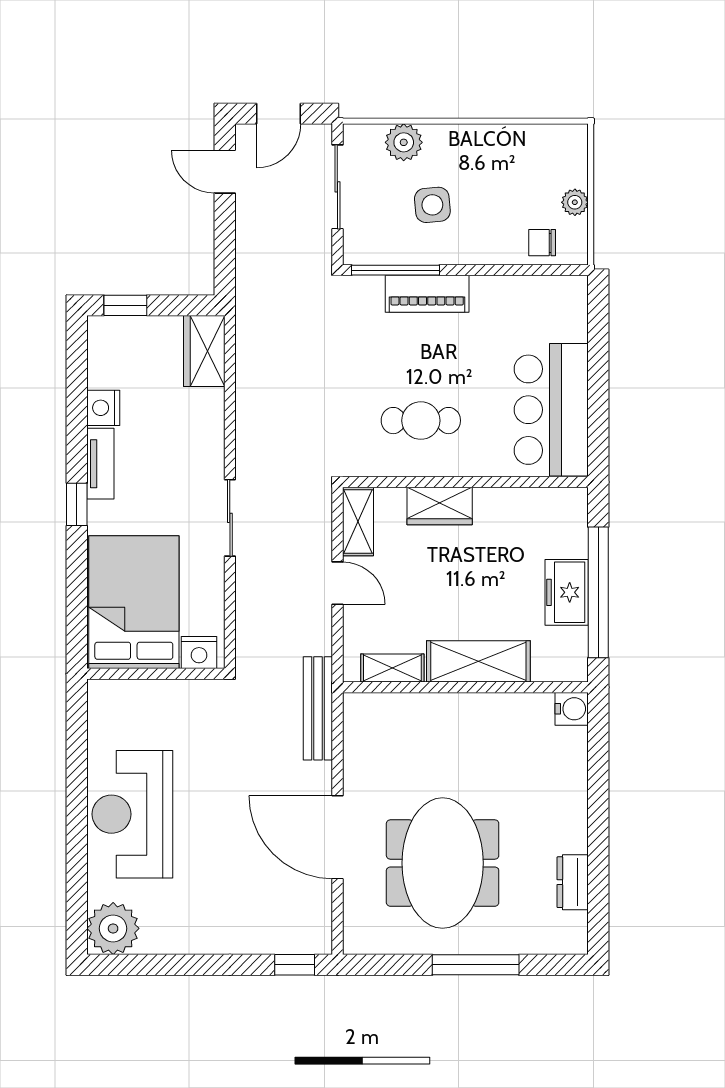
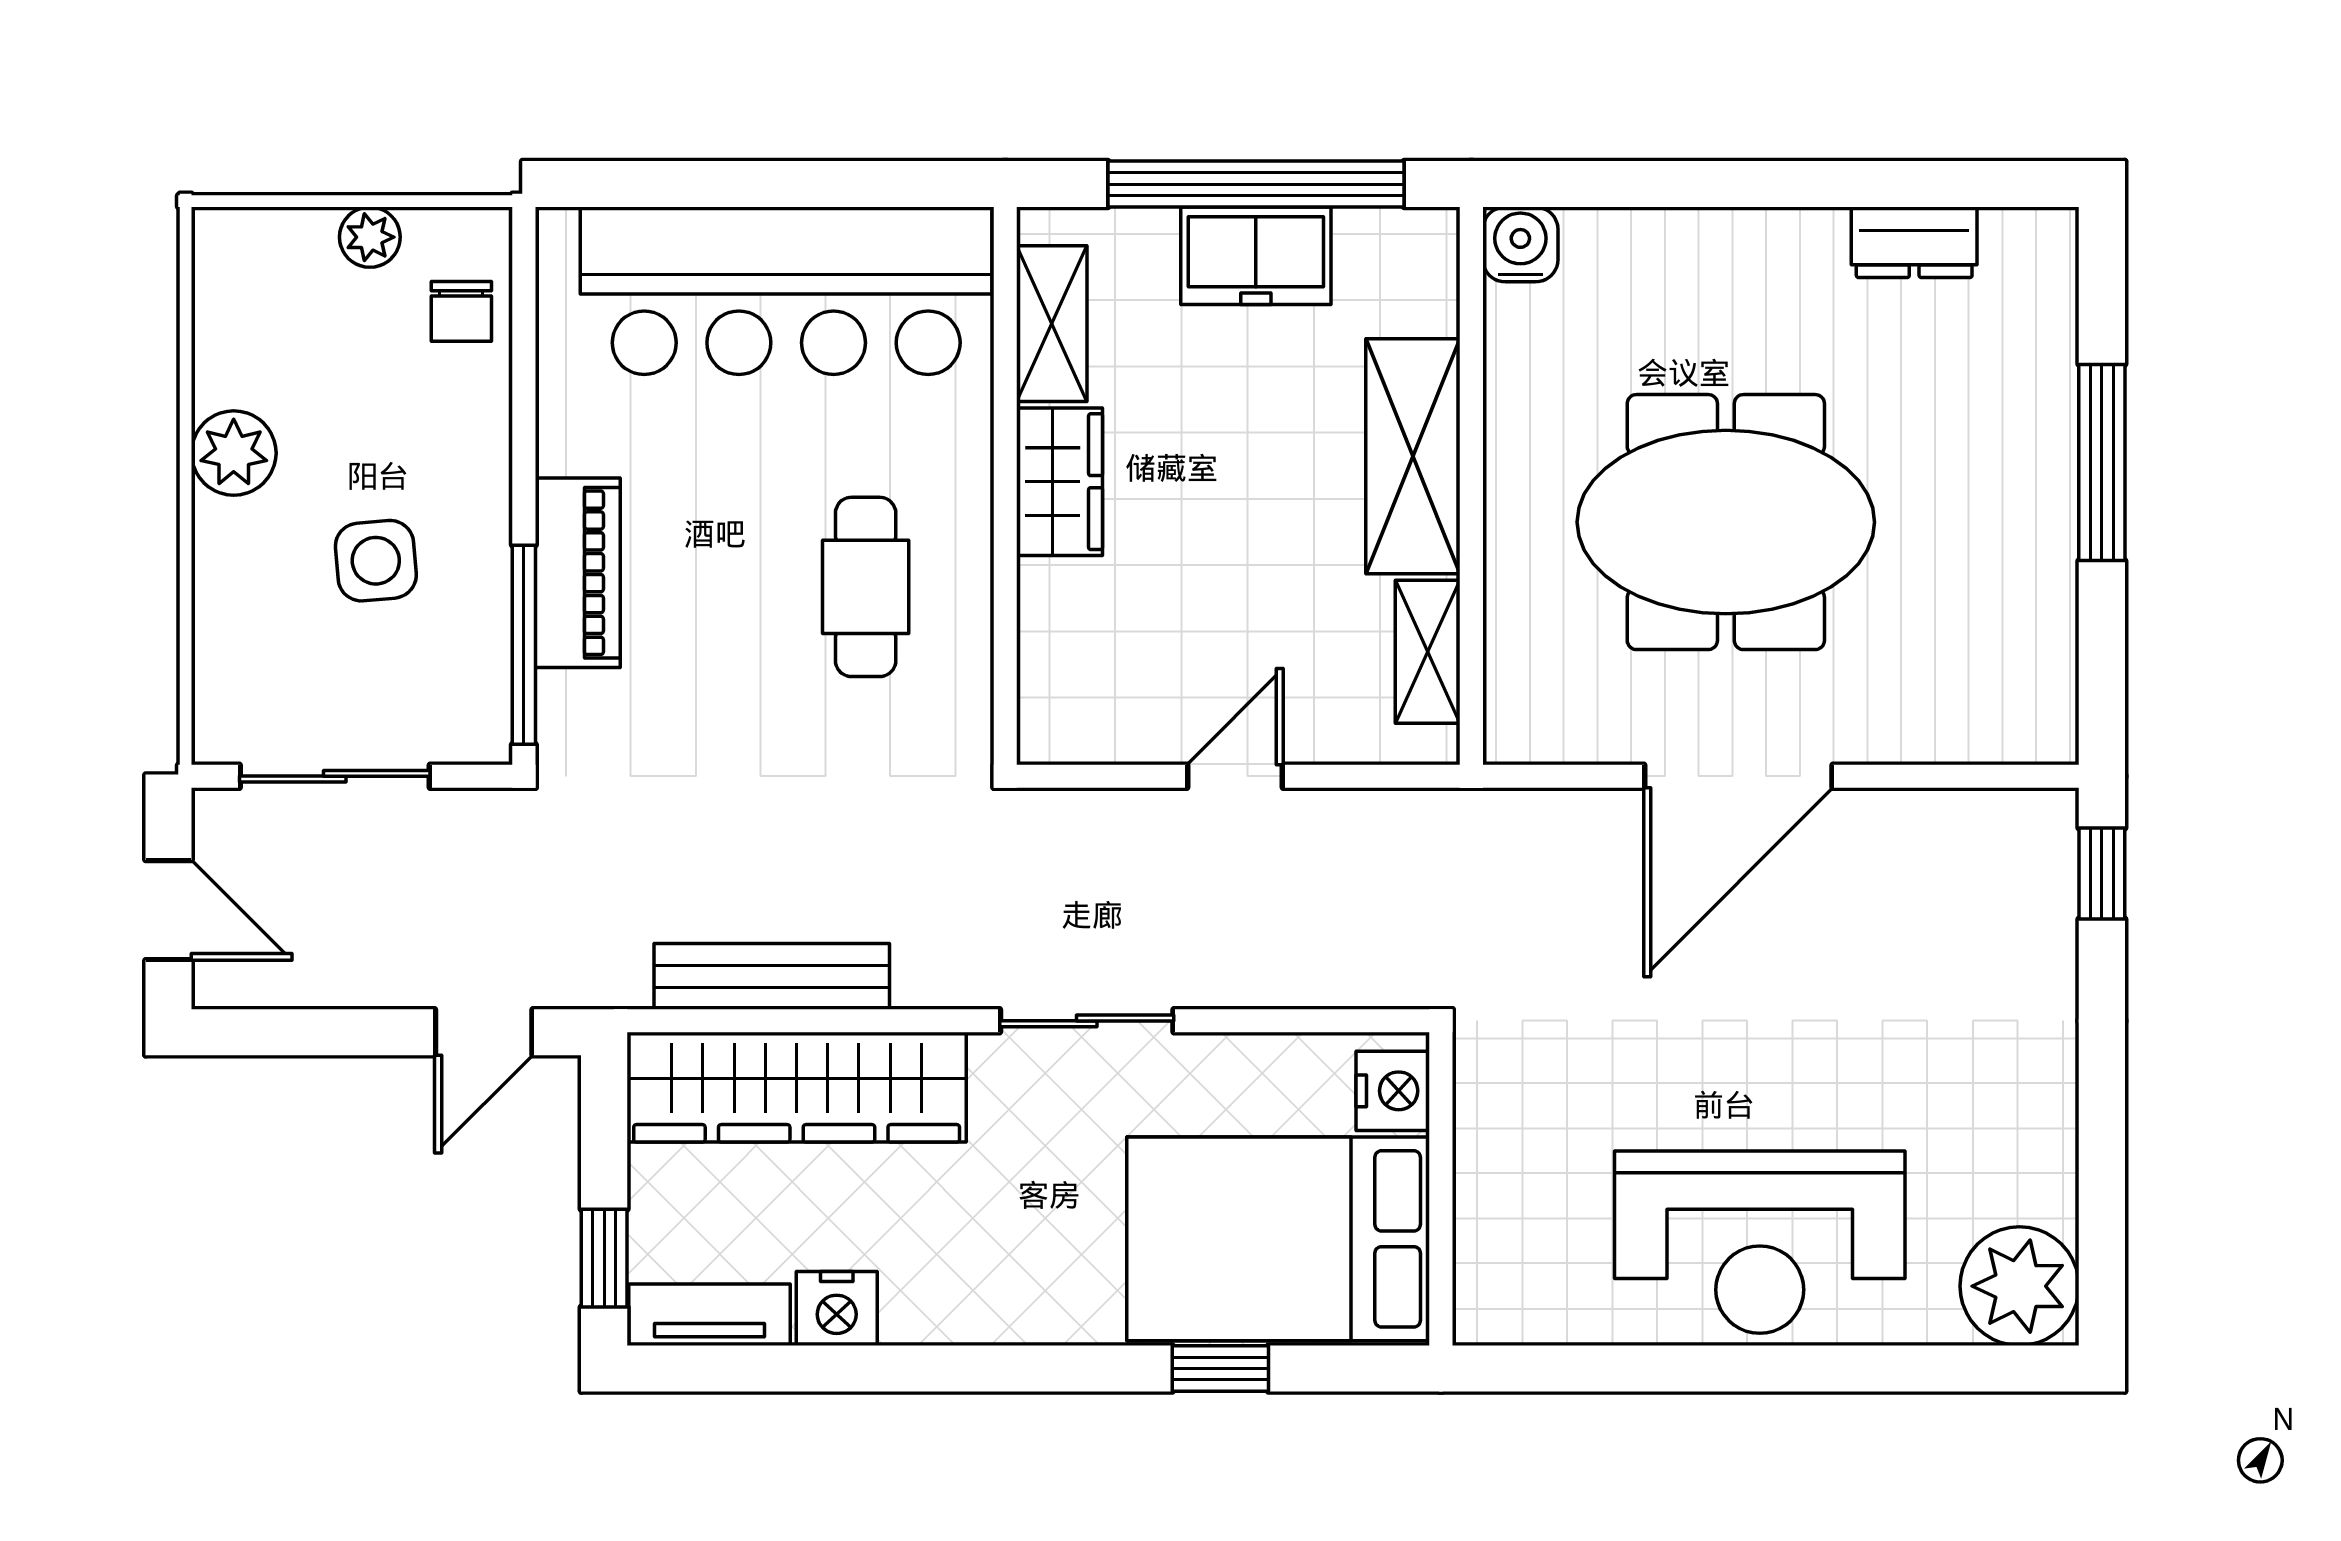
plant: (404, 142) -> (234, 453), moved
door: (225, 172) -> (484, 1032), moved
wardrobe: (204, 351) -> (797, 1087), width x2.10, depth x1.17
bar counter: (551, 410) -> (786, 291), width x1.36
tv unit: (100, 464) -> (710, 1315), moved
window: (77, 504) -> (1220, 1368), moved
wardrobe: (440, 506) -> (1060, 482), moved
shelving: (358, 521) -> (1052, 324), moved, turned 90
bench: (318, 708) -> (772, 976), moved
door: (337, 837) -> (1738, 776), moved
meeting table: (443, 863) -> (1726, 522), moved

